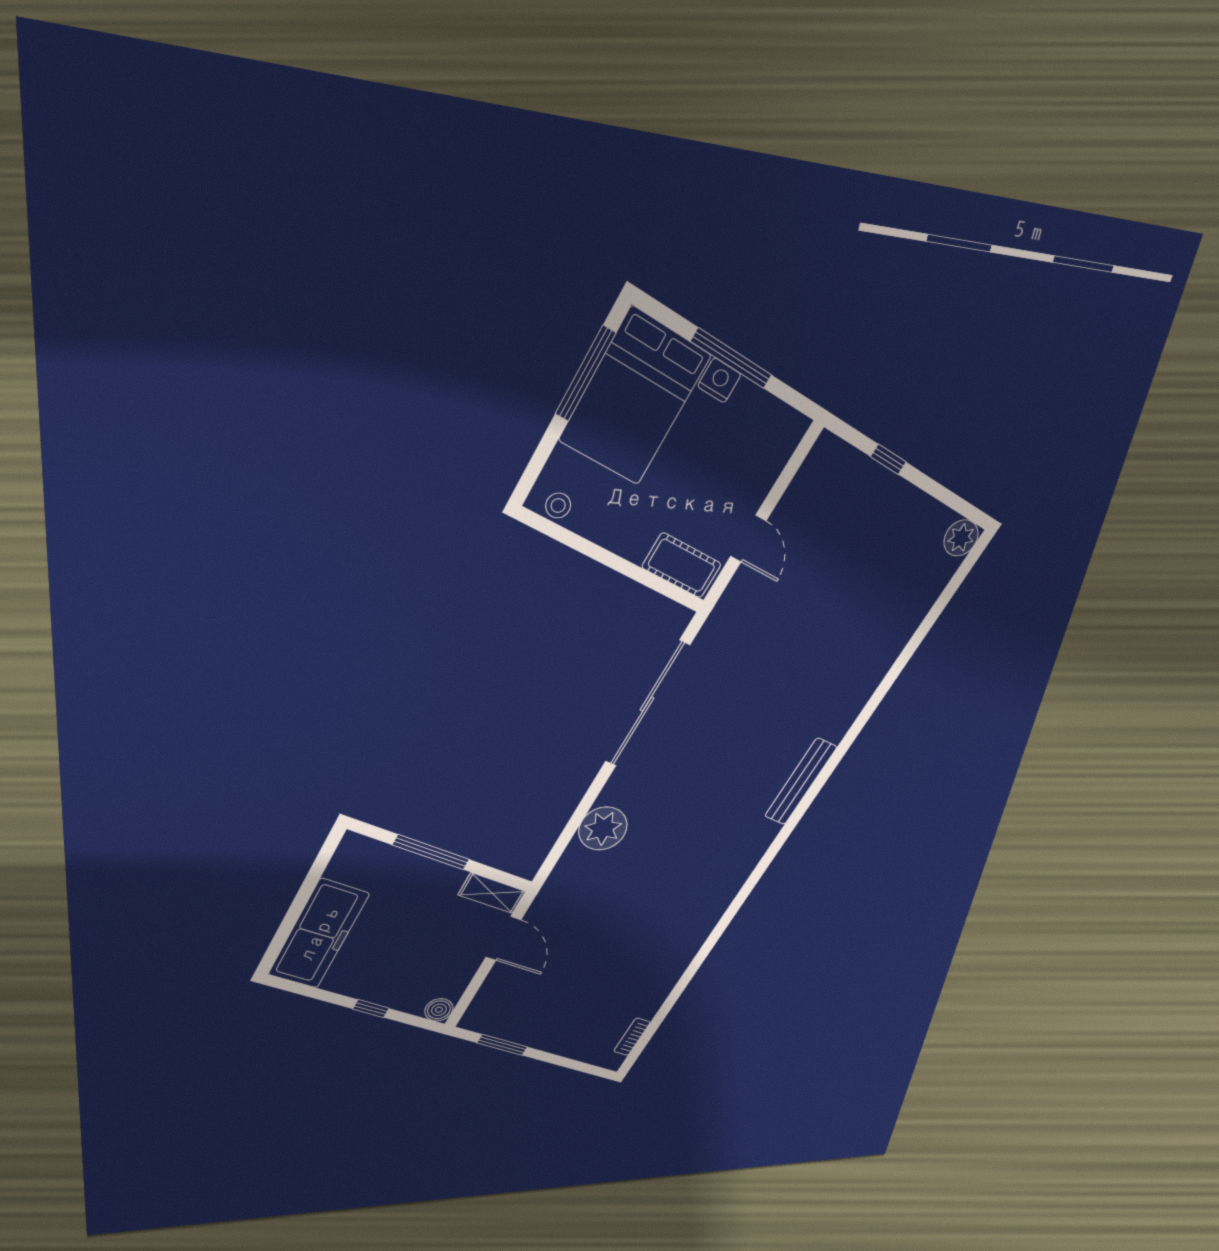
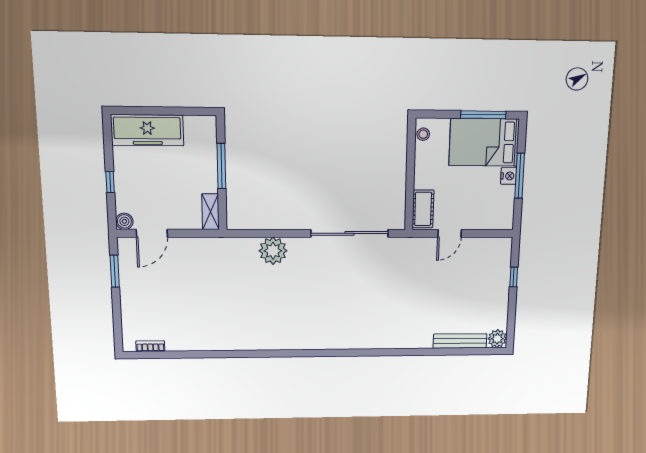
bench: (801, 782) -> (460, 341), moved
door: (503, 939) -> (152, 233), moved

